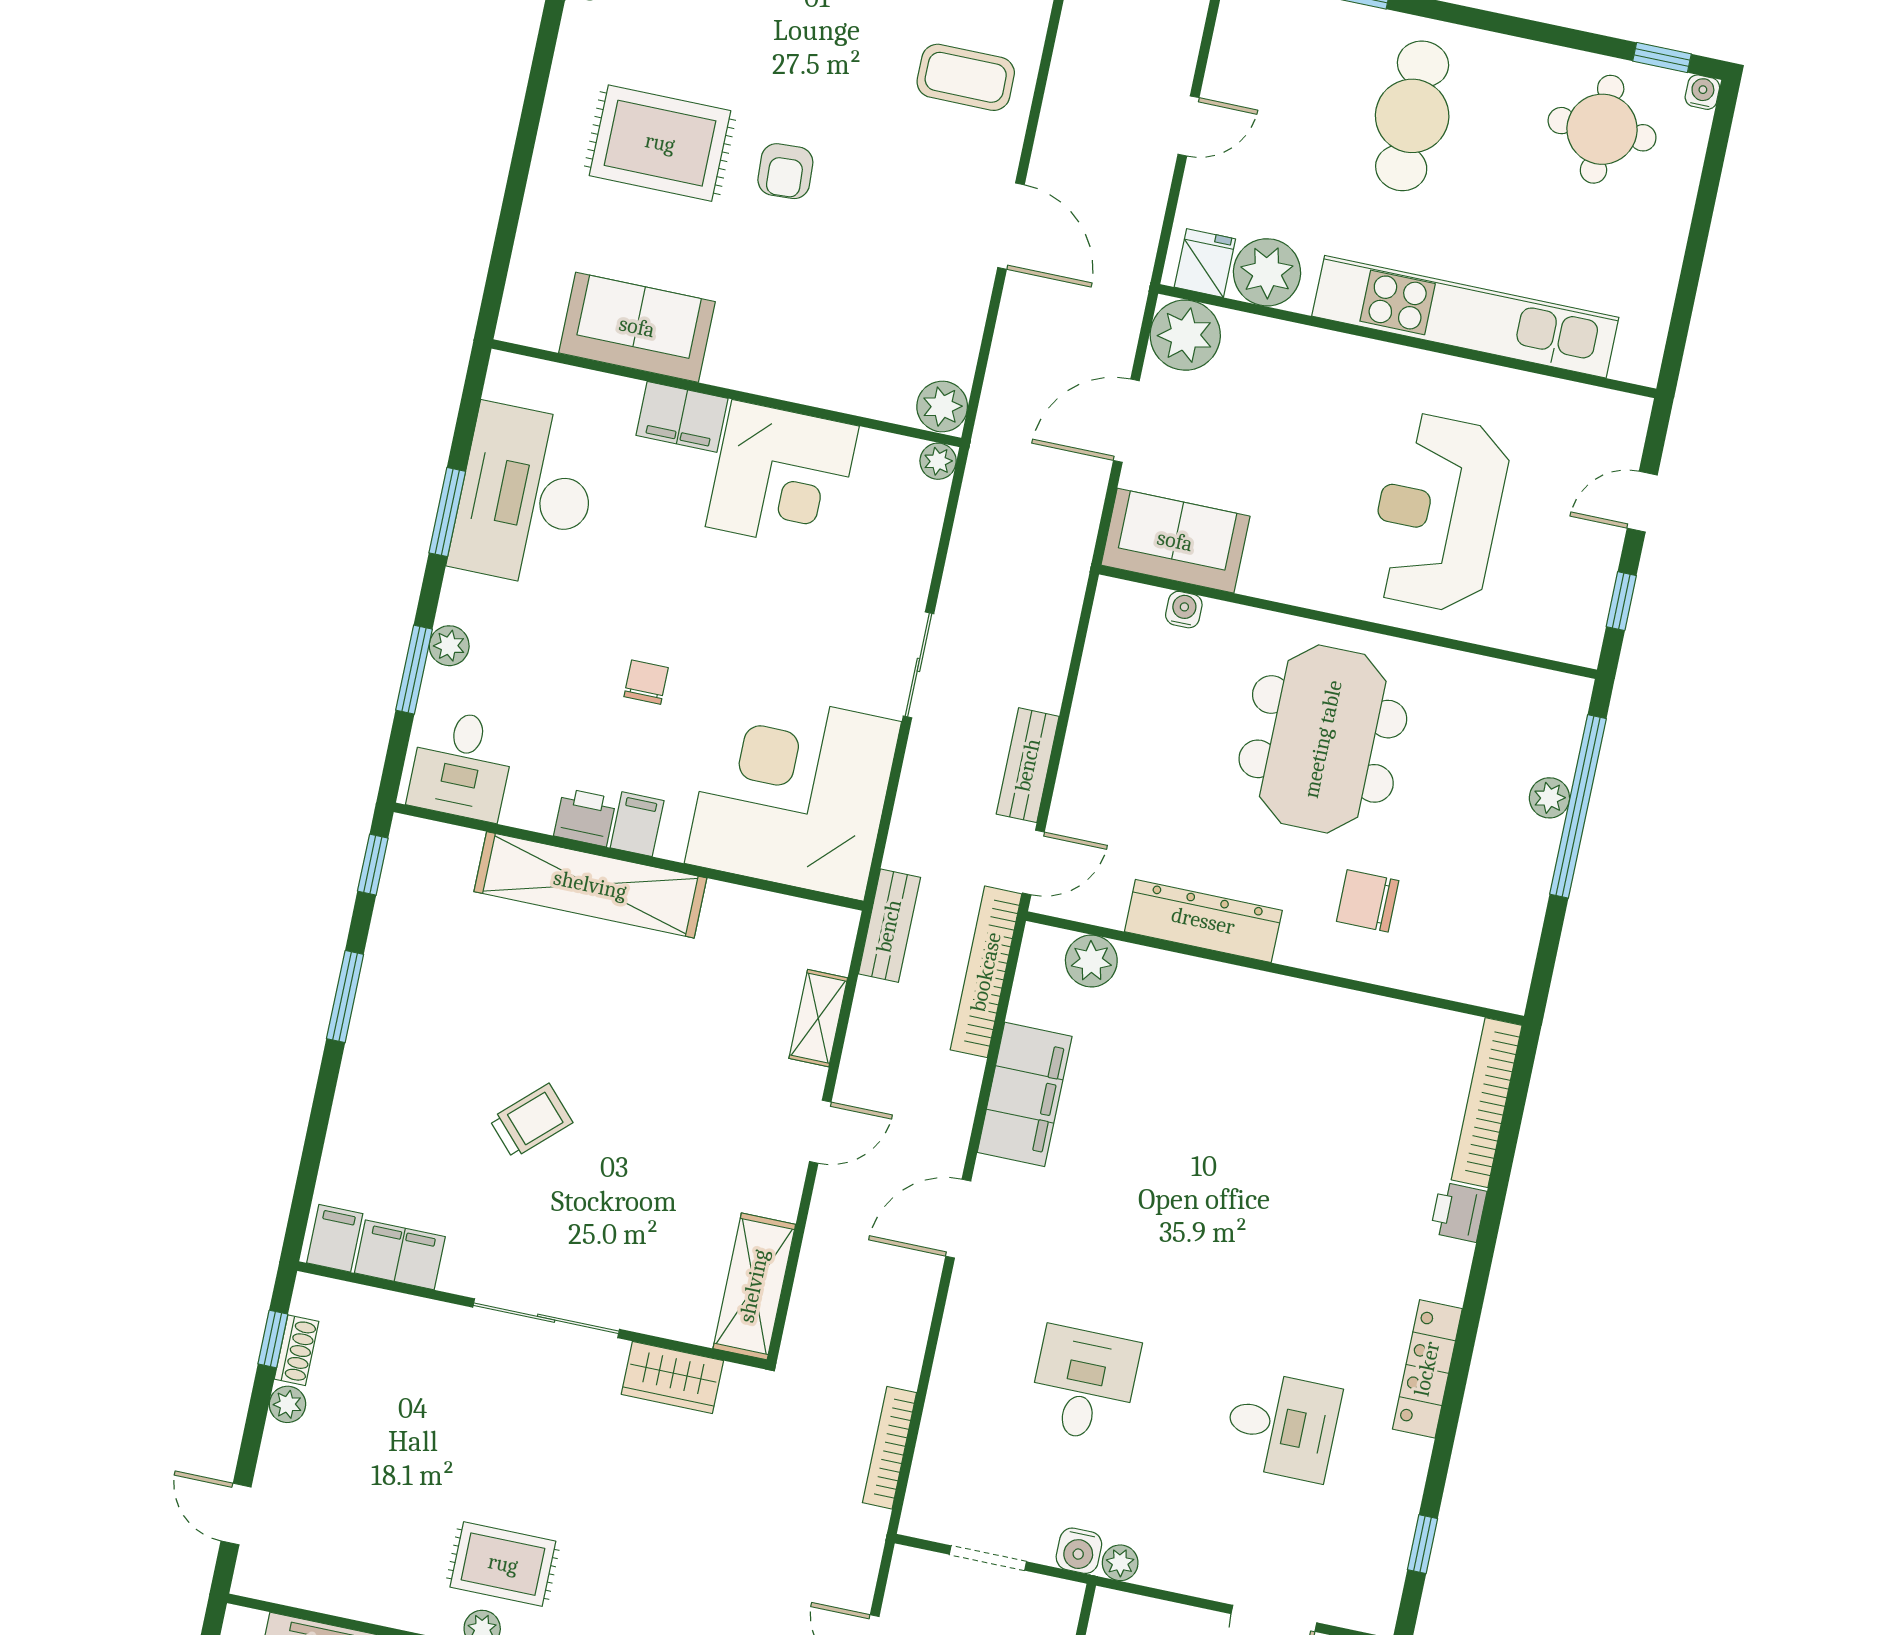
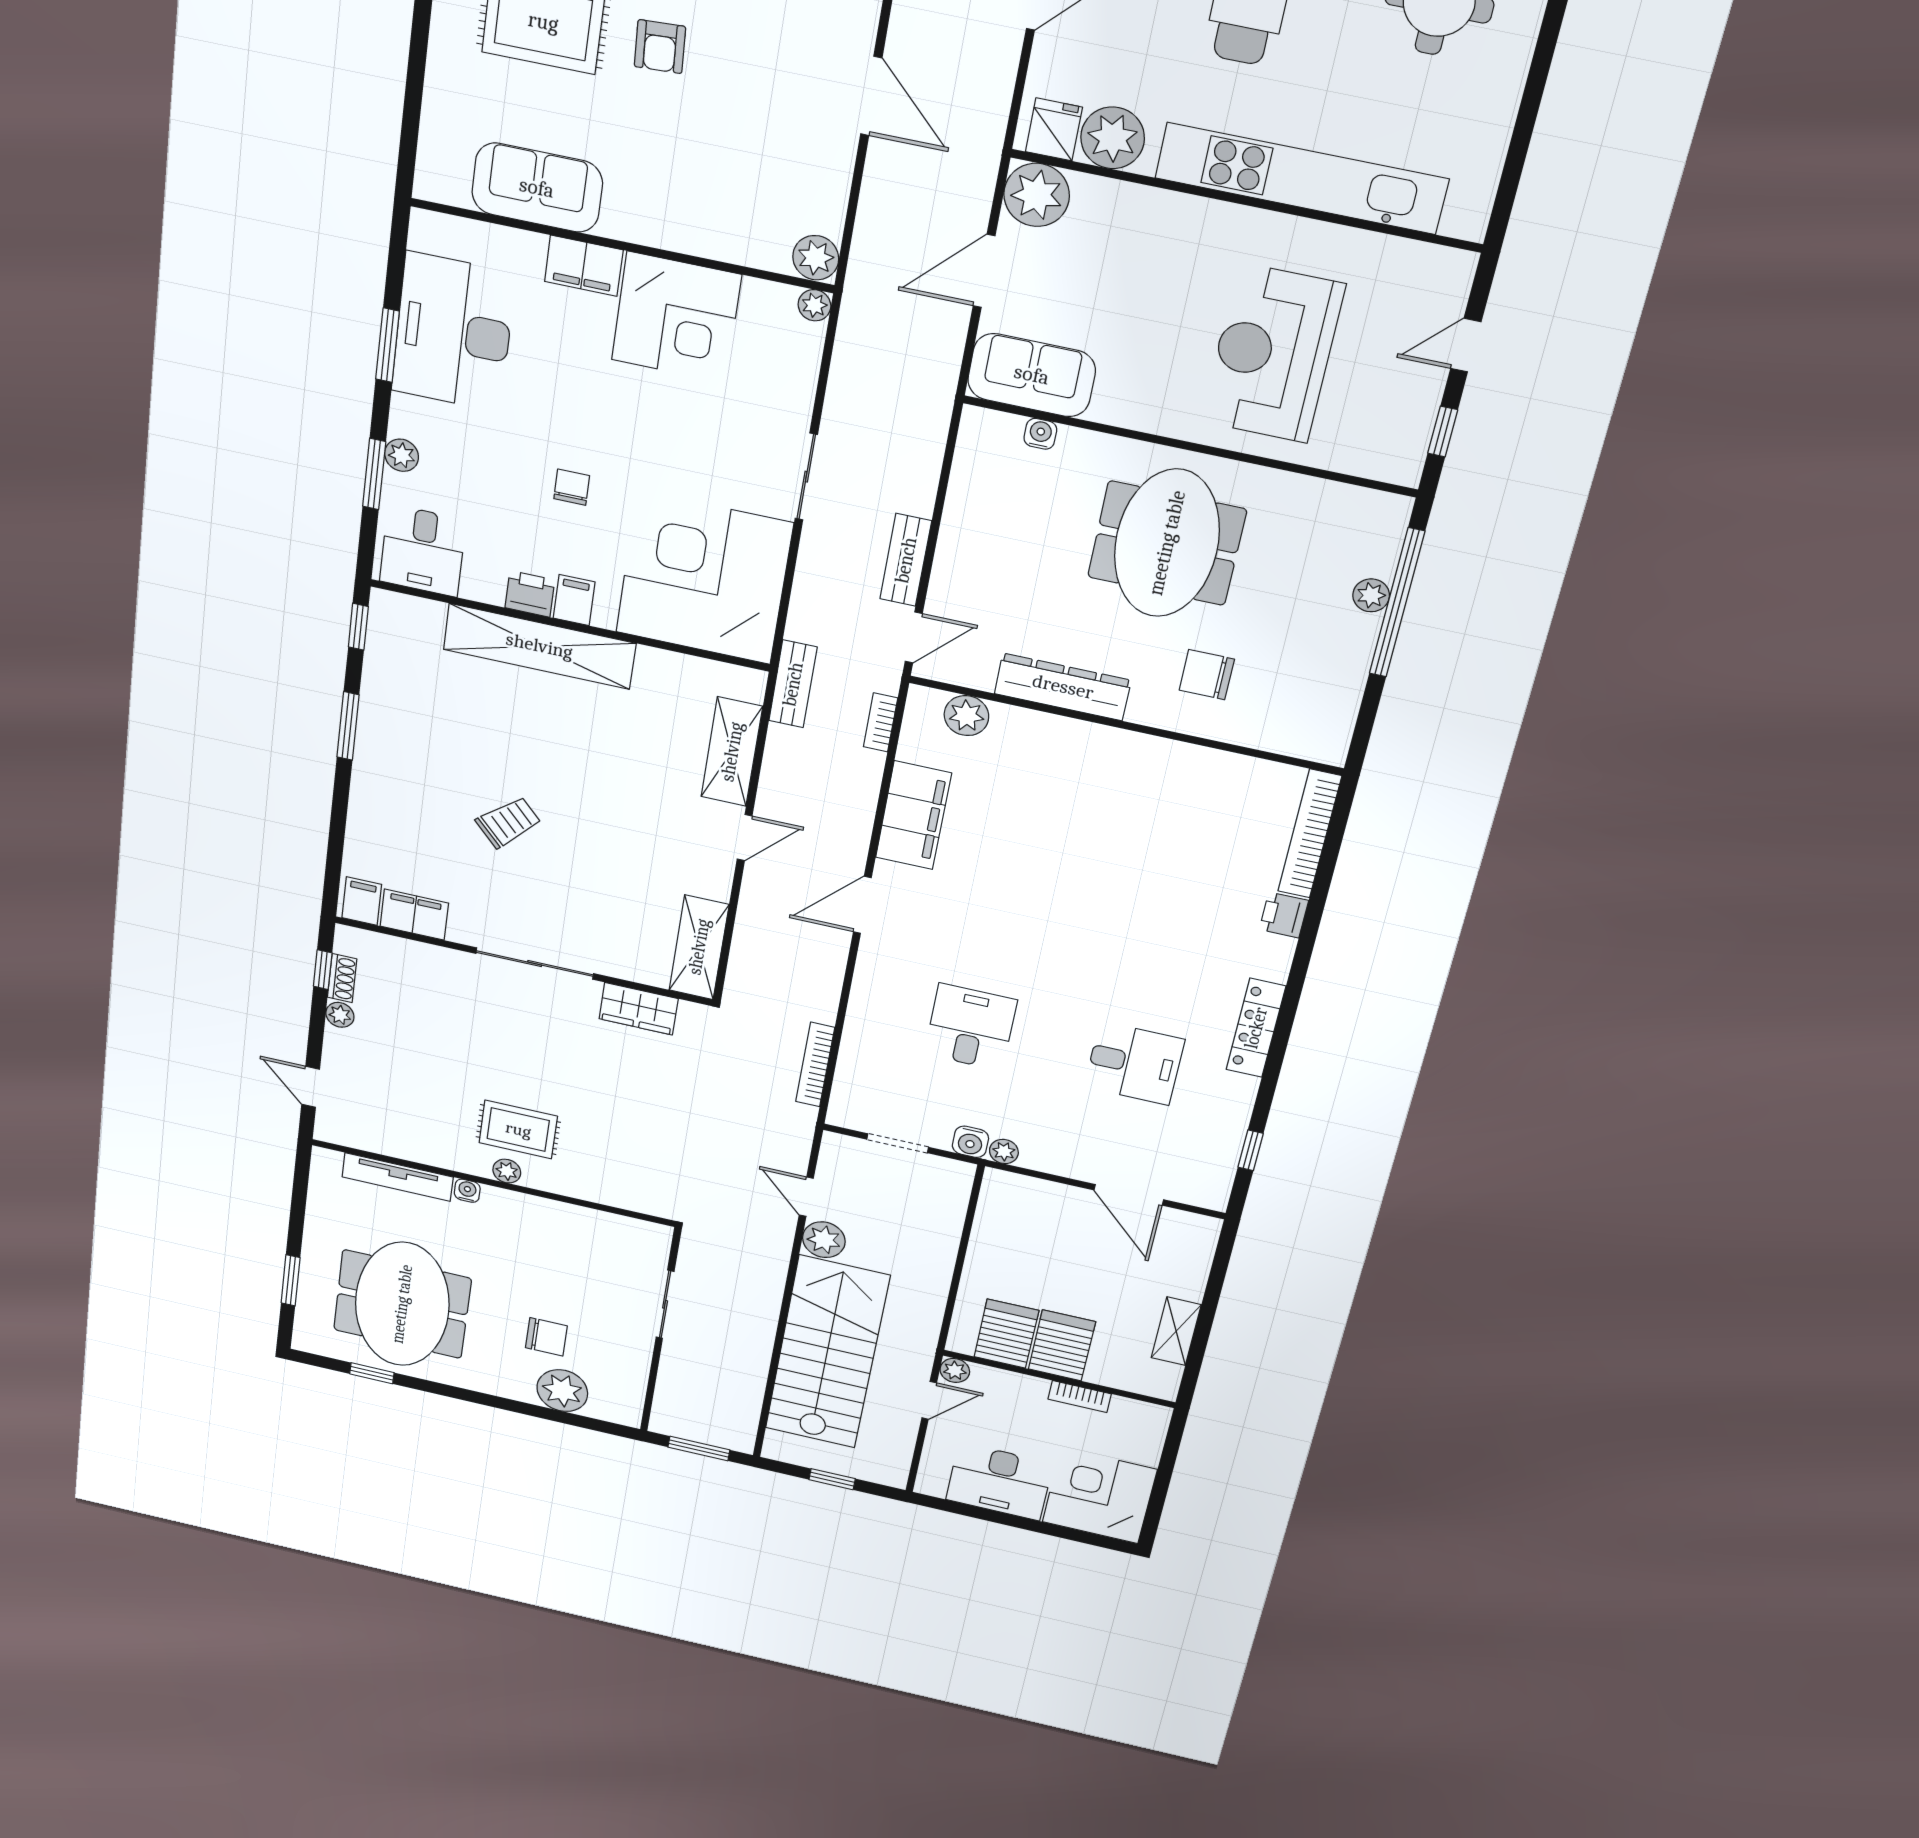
bookcase: (986, 972) -> (881, 722), width x0.43, depth x0.76
shelving: (818, 1018) -> (732, 752), width x1.50, depth x1.33

